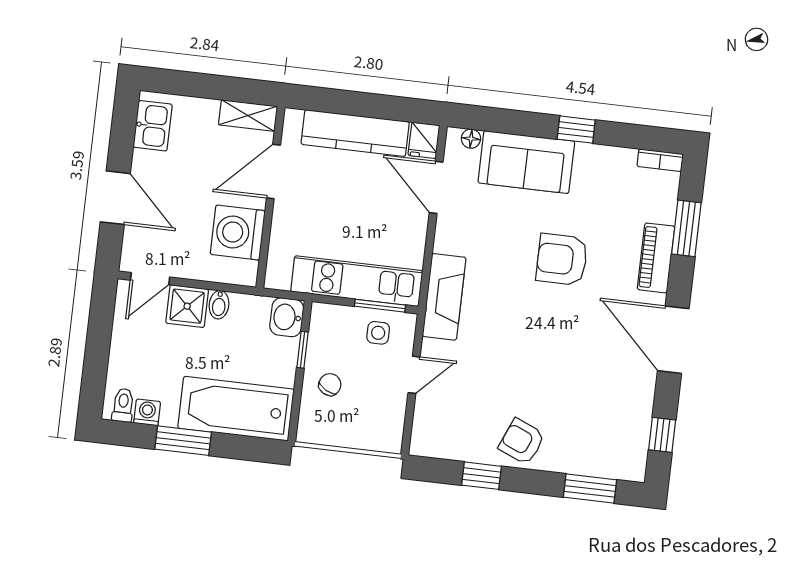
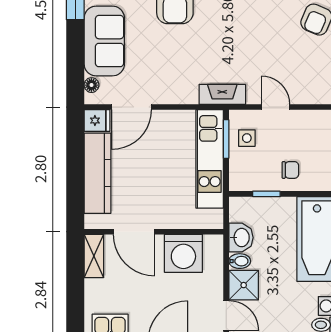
fireplace: (444, 297) -> (222, 94), width x0.73, depth x0.76
washbasin: (287, 317) -> (241, 238), moved, turned -90
chair: (330, 385) -> (290, 170), turned 151

